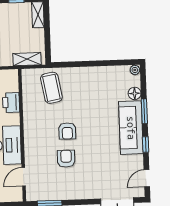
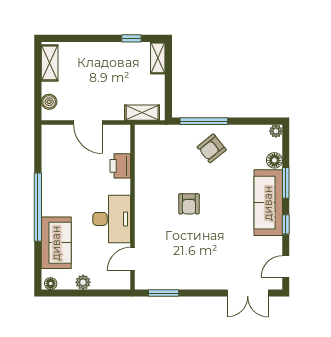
window: (77, 64) -> (204, 121), added
coffee table: (51, 88) -> (171, 149), removed
armchair: (66, 159) -> (212, 148), moved, turned -129

